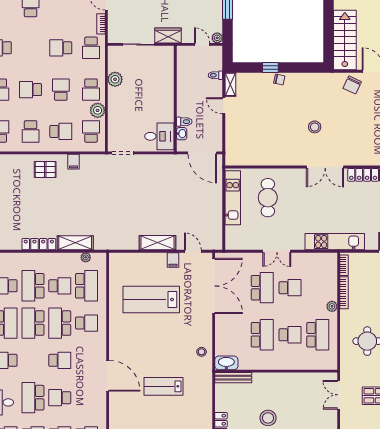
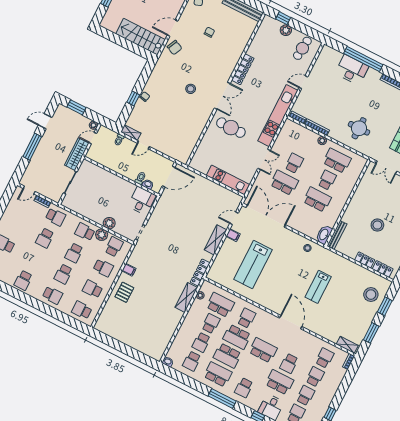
wardrobe: (168, 36) -> (77, 154), width x1.50
plant: (115, 79) -> (109, 223), moved
school desk: (61, 90) -> (74, 253), turned -90
school desk: (91, 90) -> (85, 232), turned 180
school desk: (31, 131) -> (92, 289), turned 180
school desk: (61, 131) -> (103, 268), turned 90
school desk: (91, 131) -> (114, 247), turned 90
kitchen unit: (233, 198) -> (228, 180), moved
cafe table: (268, 198) -> (231, 128), moved
kitchen unit: (335, 242) -> (278, 116), width x1.36
locker: (39, 244) -> (200, 272), moved
school desk: (33, 286) -> (201, 342), width x0.54
school desk: (60, 360) -> (263, 350), width x1.85
door: (108, 376) -> (291, 322), hinge flipped
school desk: (33, 398) -> (279, 382), turned 180

